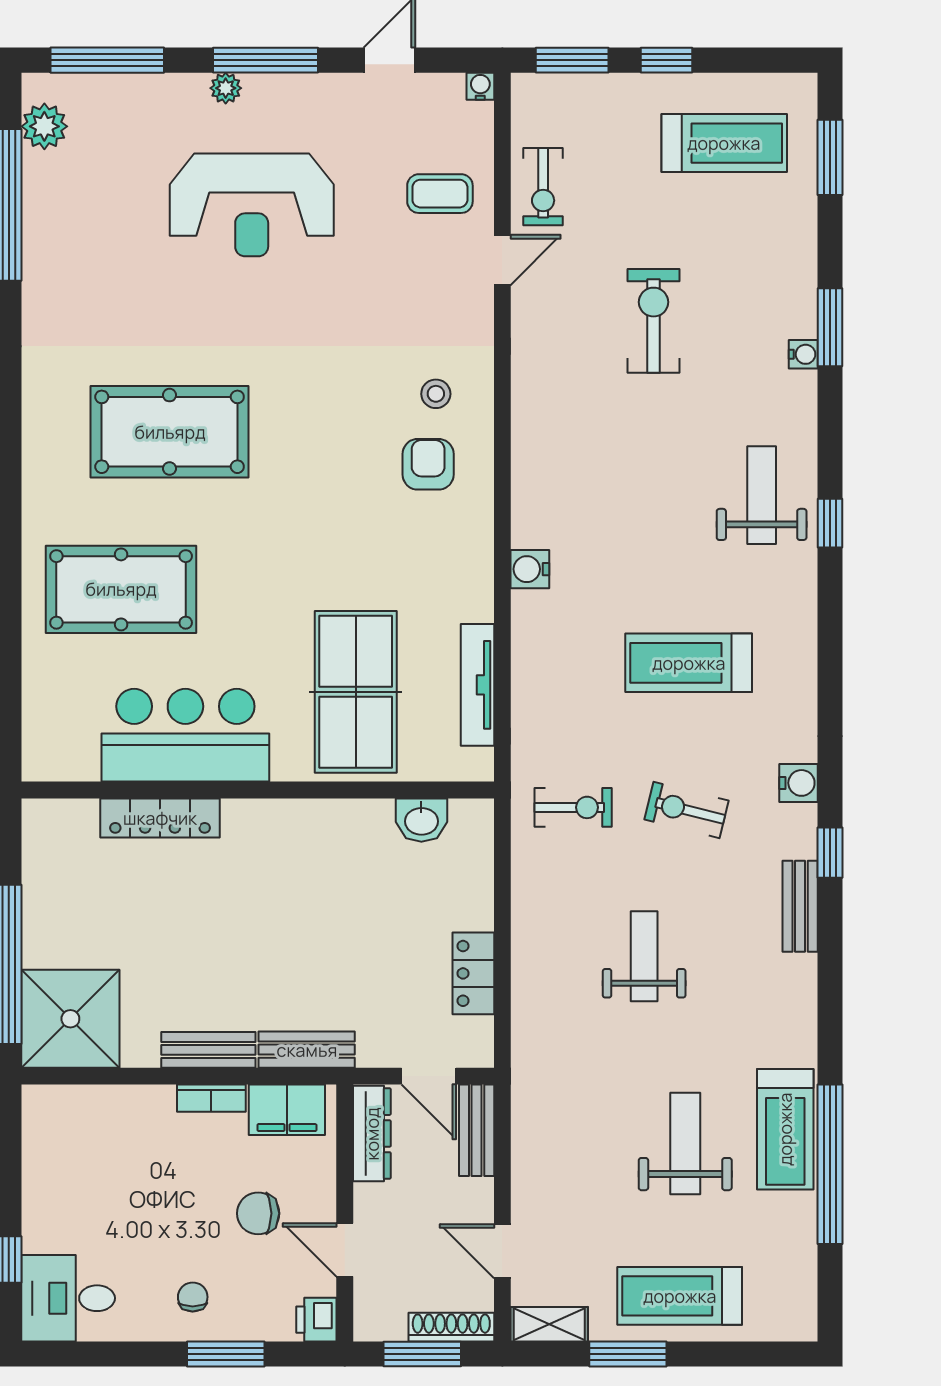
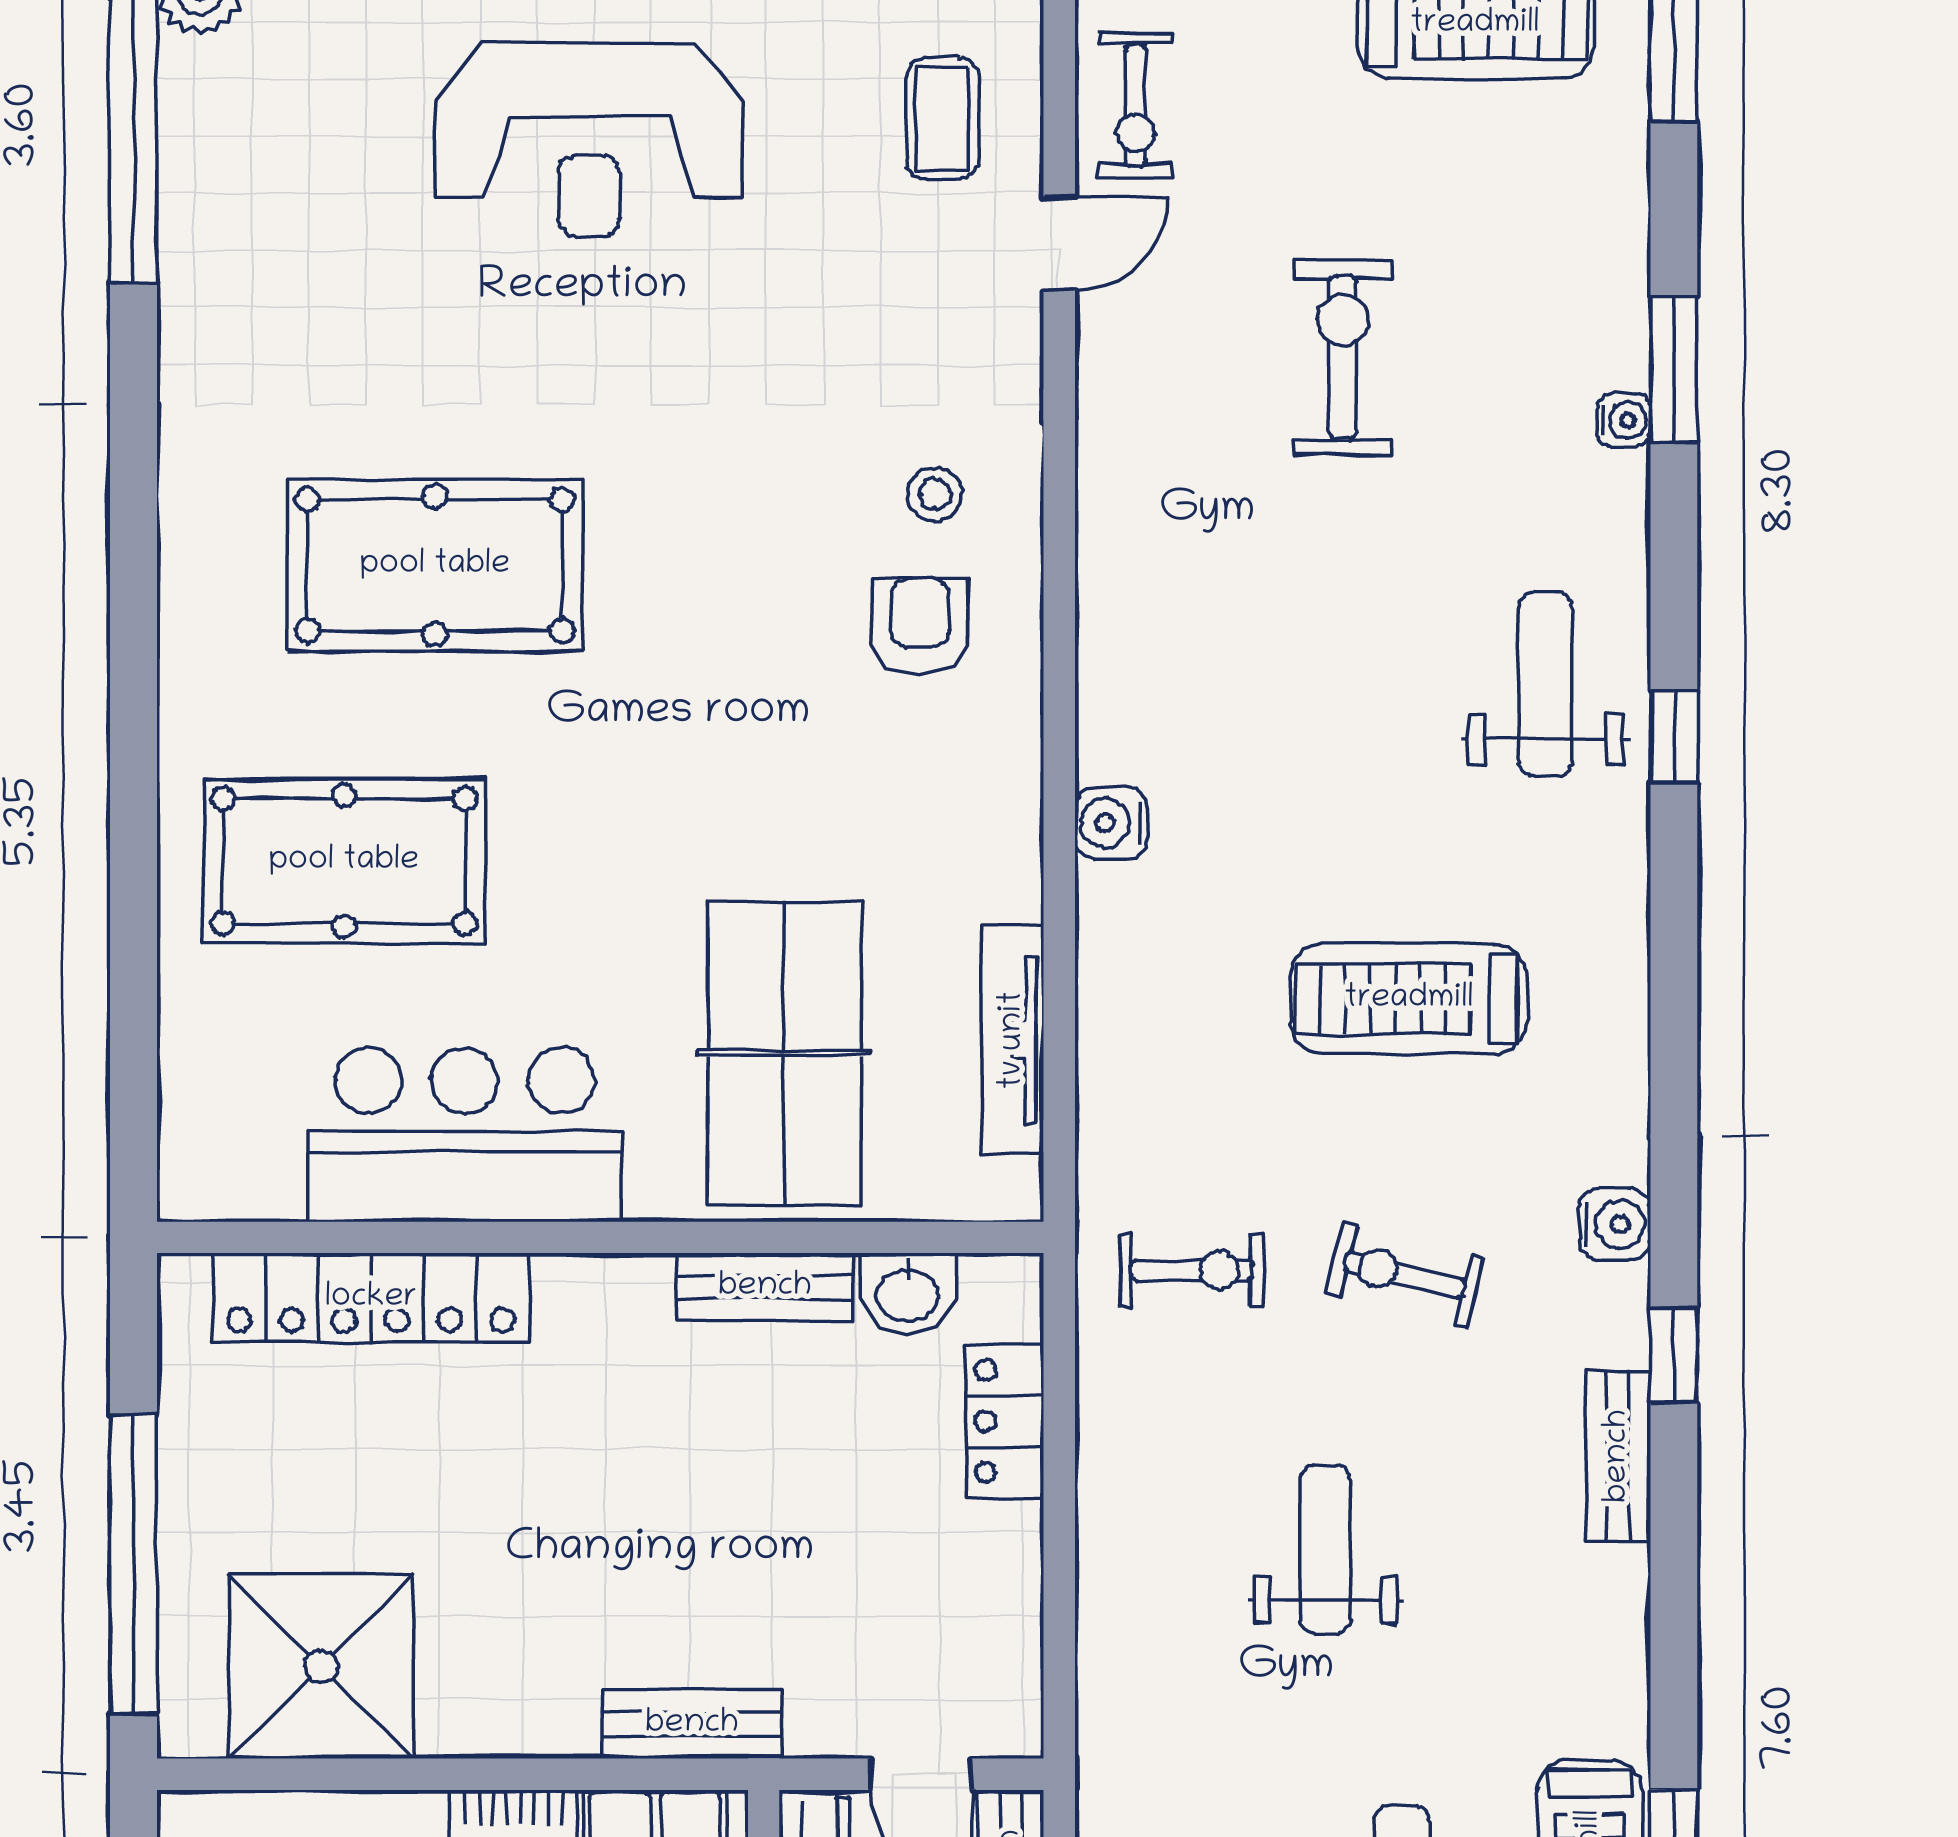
coffee table: (440, 194) -> (942, 118), turned 90
locker: (160, 818) -> (371, 1298), width x1.41, depth x1.21
locker: (473, 973) -> (1005, 1421), moved
shower: (70, 1019) -> (321, 1667), moved
bench: (208, 1050) -> (765, 1287), moved

